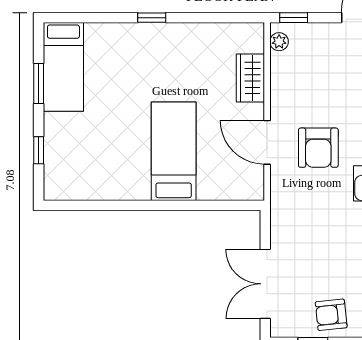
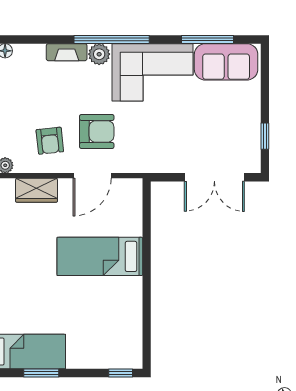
window: (39, 150) -> (121, 373), moved
armchair: (331, 315) -> (50, 141), moved

